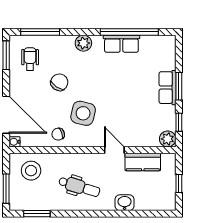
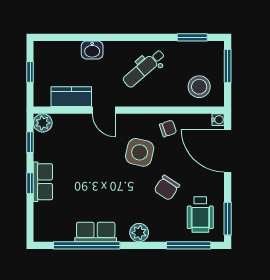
wheelchair: (30, 59) -> (200, 214), width x1.36, depth x1.37
window: (179, 86) -> (30, 183), width x0.67
dental chair: (79, 187) -> (144, 68), turned -58

